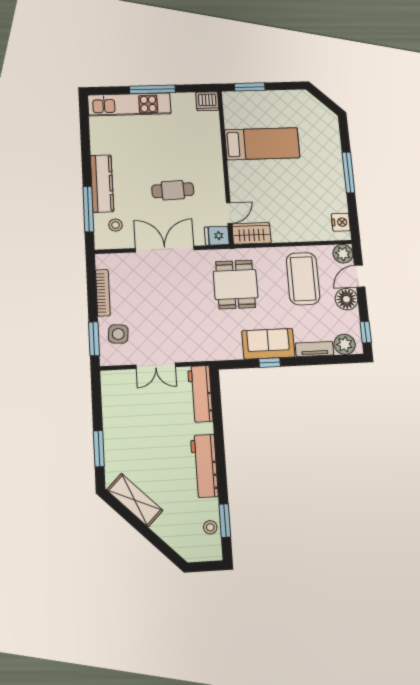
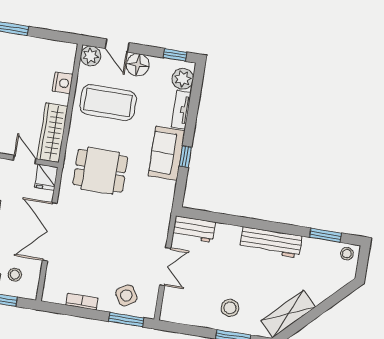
nightstand: (341, 222) -> (63, 83), moved, turned 90
wardrobe: (252, 233) -> (52, 133), width x1.50
bookcase: (103, 293) -> (82, 302), width x0.64
side table: (118, 334) -> (126, 295), turned -36
workbench: (200, 394) -> (194, 229), width x0.73
stool: (128, 439) -> (230, 308), added
stool: (210, 527) -> (347, 254), moved

